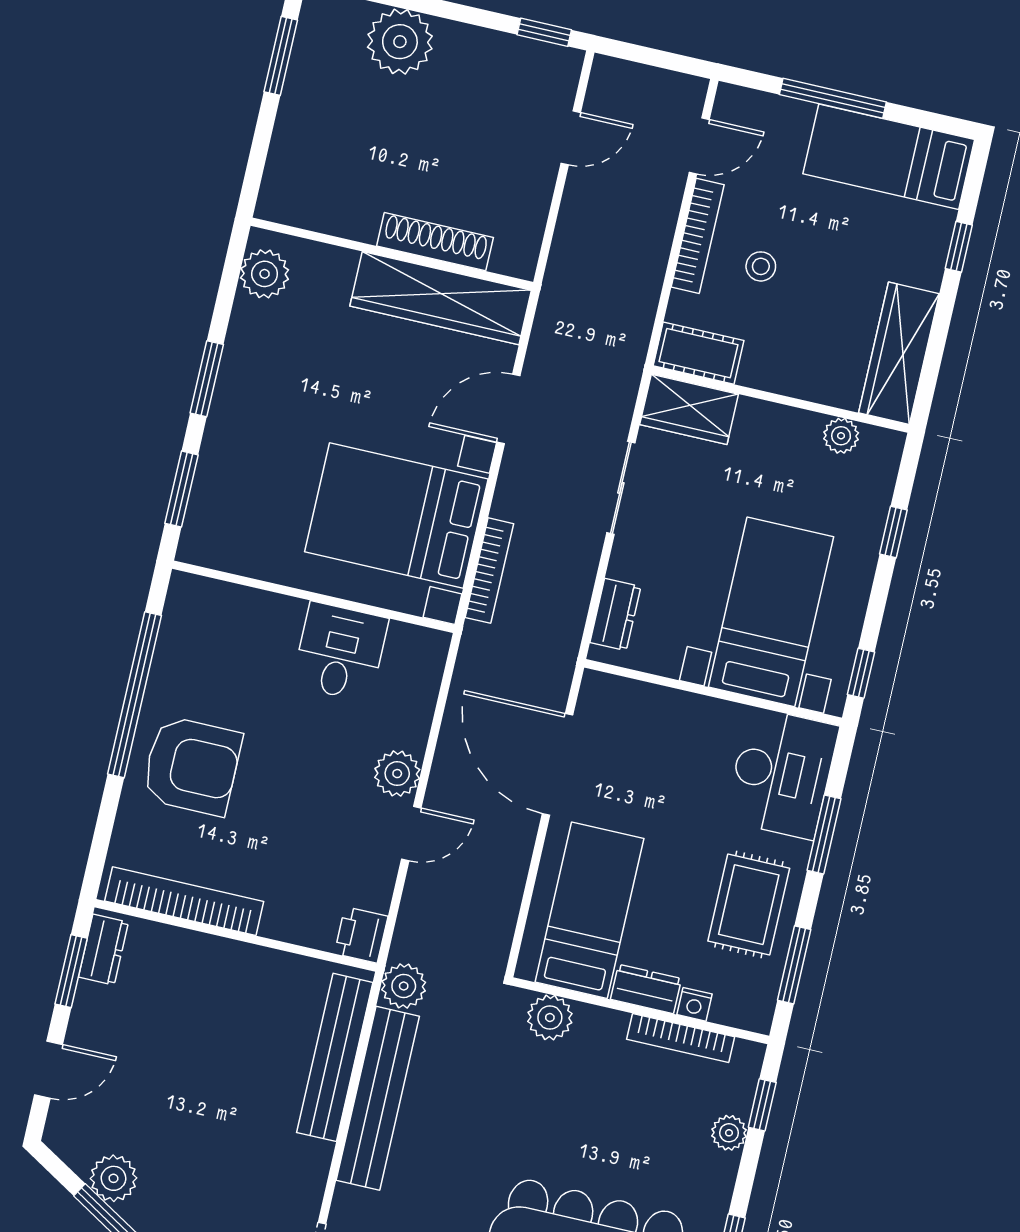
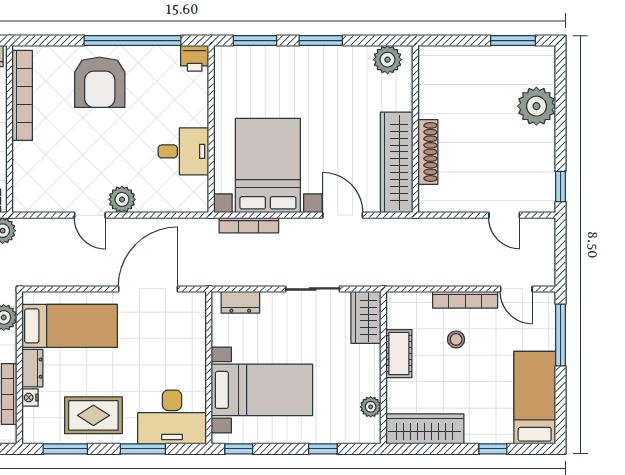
window: (833, 98) -> (560, 335), moved
cot: (699, 353) -> (399, 354), moved
printer: (361, 935) -> (195, 58), moved, turned 180

